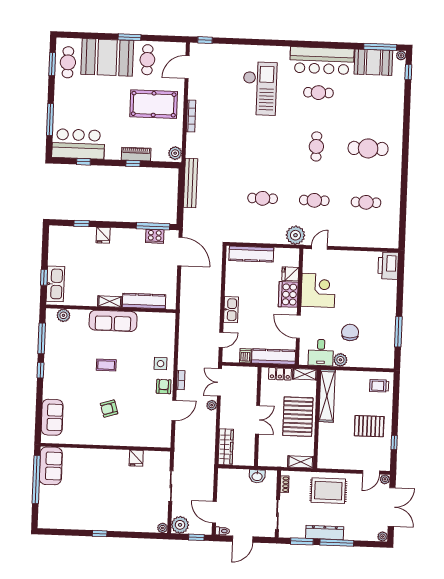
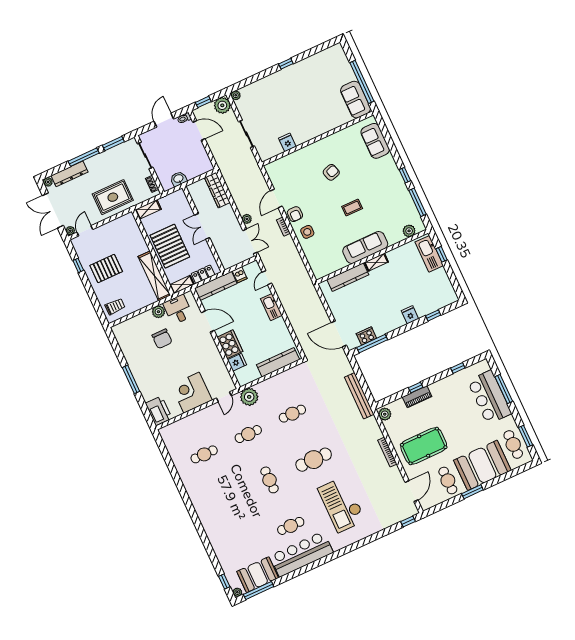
bar counter: (78, 144) -> (489, 397), moved, turned 90
cafe table: (368, 148) -> (314, 460), moved
corner desk: (318, 290) -> (192, 393), moved, turned 90
window: (398, 332) -> (131, 379), moved
dresser: (325, 532) -> (69, 174), moved

